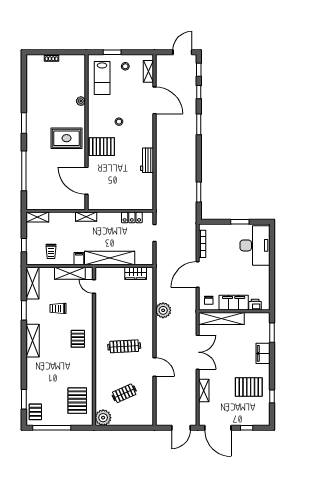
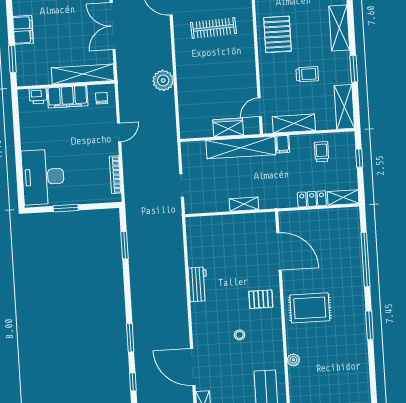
pallet: (102, 147) -> (261, 299), width x0.67, depth x0.71
shelving: (86, 217) -> (244, 204), moved
locker: (132, 217) -> (312, 199), moved
wardrobe: (136, 273) -> (228, 127), moved
door: (198, 275) -> (119, 132), width x0.53
door: (94, 287) -> (260, 107), swing flipped
pallet: (78, 339) -> (277, 34), width x1.50, depth x1.42

